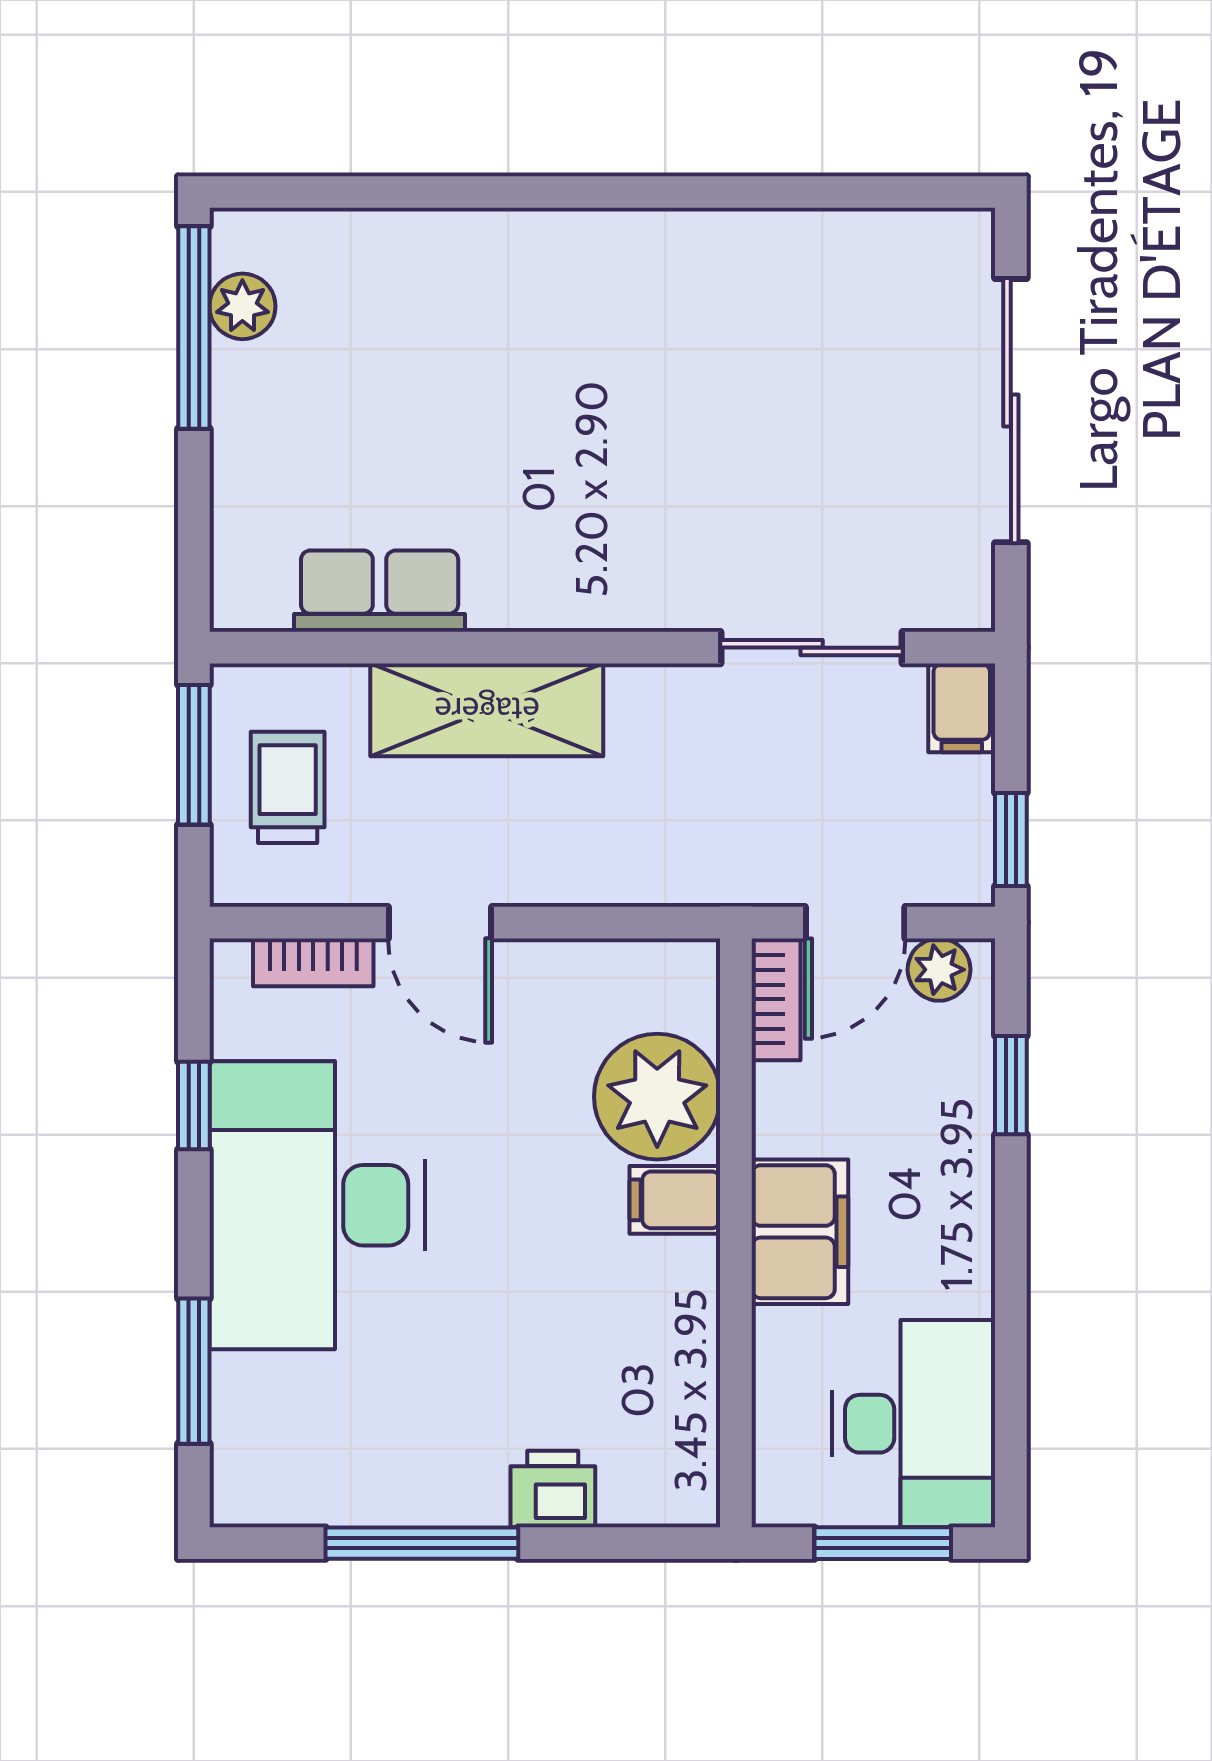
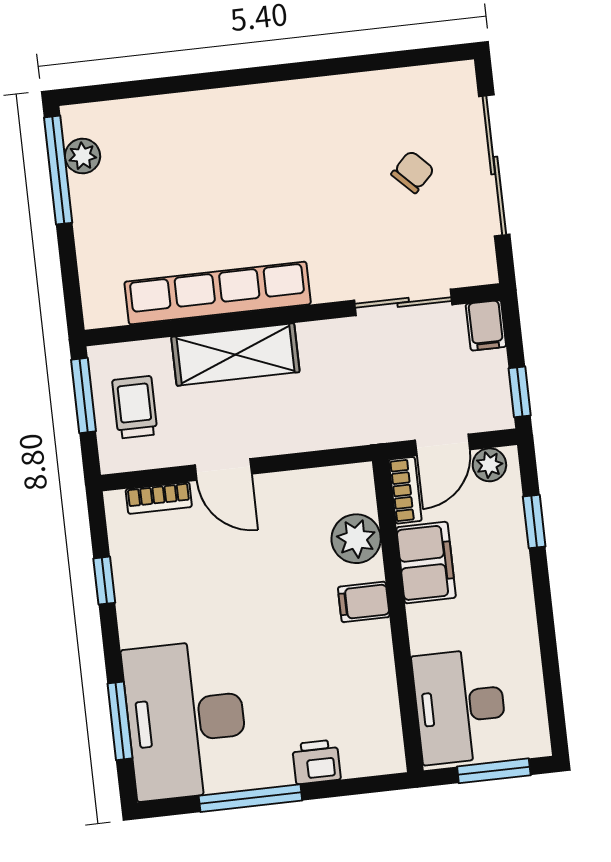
chair: (857, 406) -> (413, 172), added
row of seats: (380, 591) -> (218, 293), width x2.02
plant: (657, 1097) -> (356, 539), width x0.73, depth x0.73
desk: (318, 1205) -> (186, 720), moved
filing cabinet: (800, 1232) -> (426, 563), moved
desk: (914, 1424) -> (460, 706), moved, turned 180

